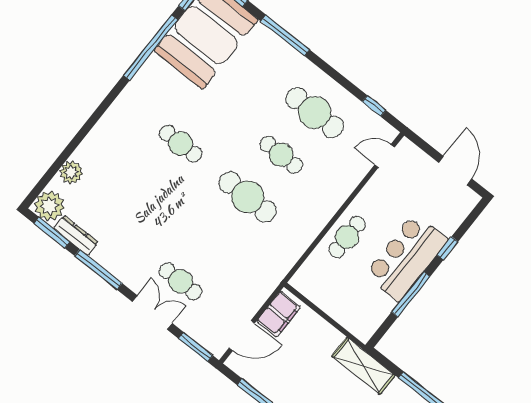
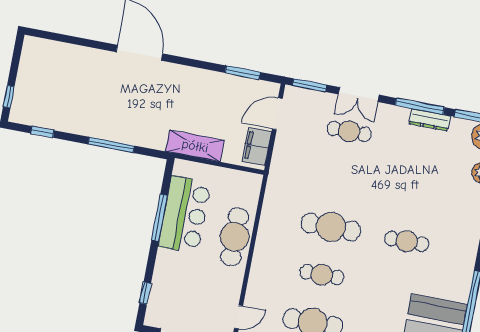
dresser: (76, 235) -> (430, 120), moved
cafe table: (347, 237) -> (235, 237), width x1.37, depth x1.35
window: (447, 248) -> (145, 293), moved
bar counter: (406, 257) -> (185, 215), moved
shelving: (364, 366) -> (195, 146), moved

